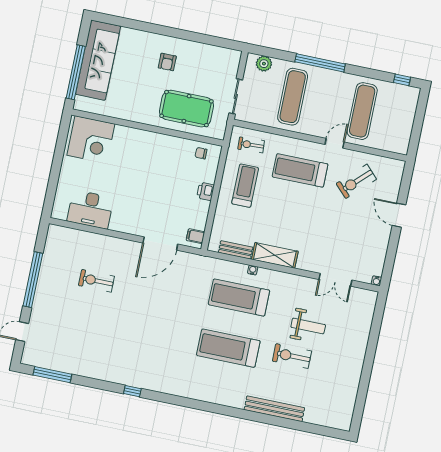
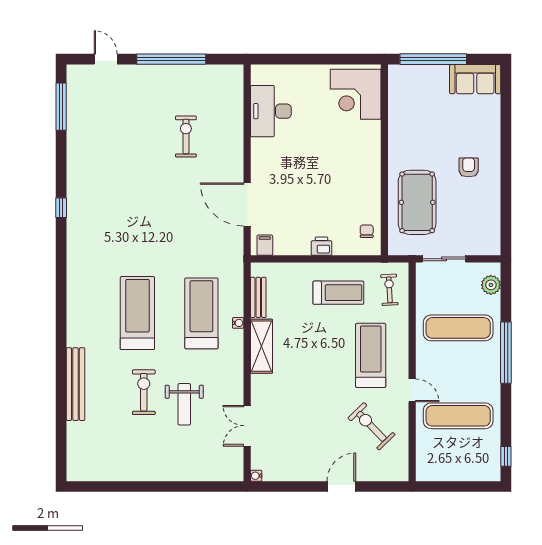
sofa: (98, 60) -> (475, 79), width x0.54, depth x0.79
armchair: (167, 62) -> (469, 167), turned 90

